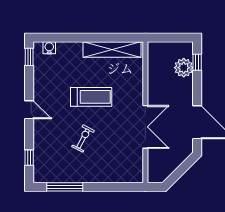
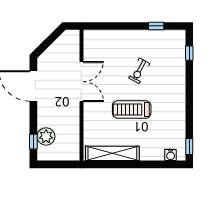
door: (29, 110) -> (189, 98), removed
double door: (145, 127) -> (81, 82), swing flipped
window: (65, 187) -> (156, 26), width x0.46

